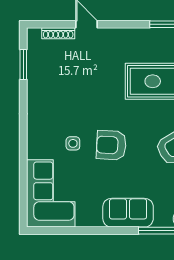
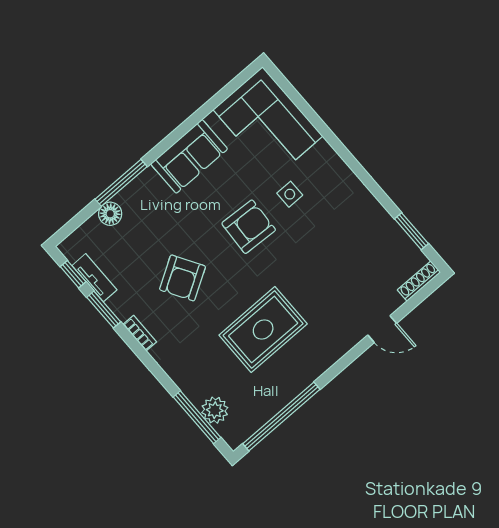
shoe rack: (58, 33) -> (419, 281), moved
sofa: (128, 213) -> (189, 156), moved

